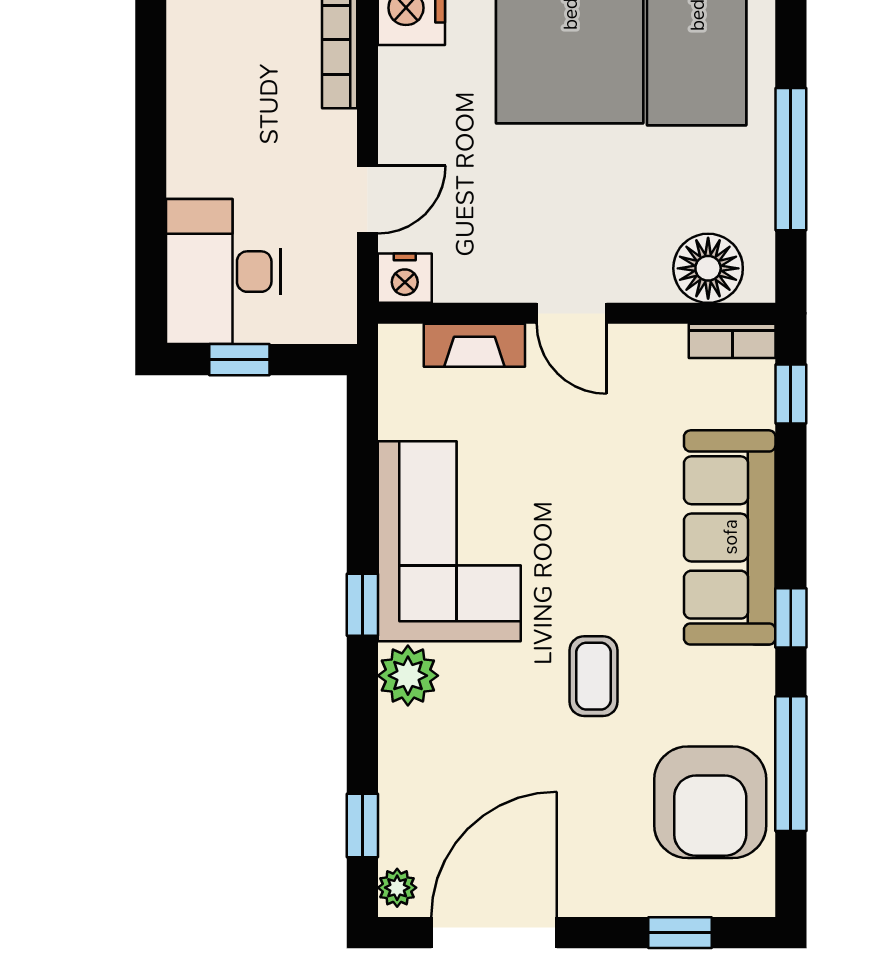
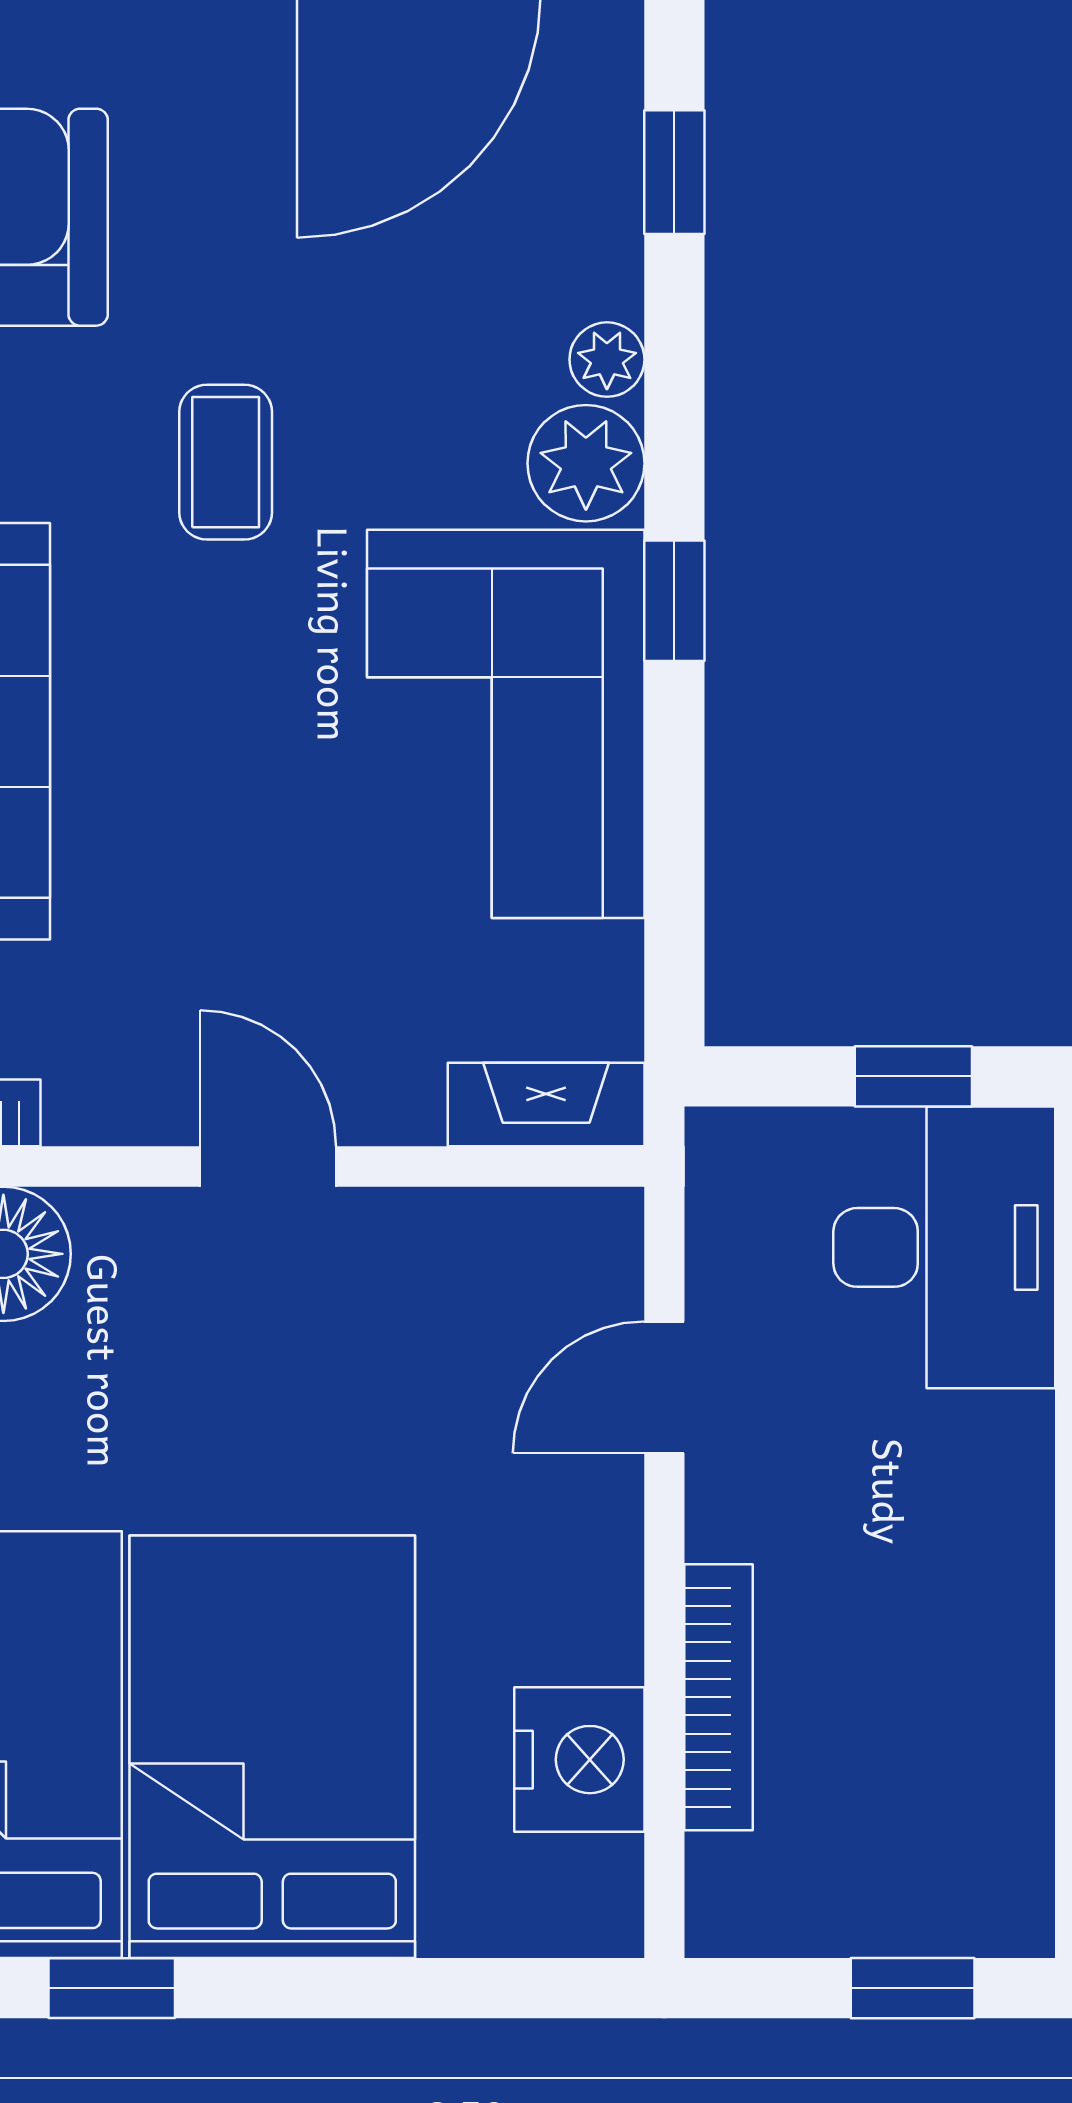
nightstand: (405, 278) -> (592, 1235), removed
fireplace: (474, 345) -> (546, 1105), moved
plant: (397, 888) -> (607, 360), moved

